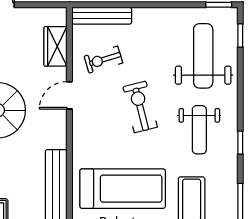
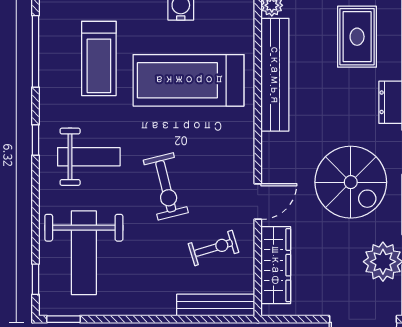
wardrobe: (55, 46) -> (276, 265), width x1.50
weight bench: (199, 130) -> (89, 157), turned 90

